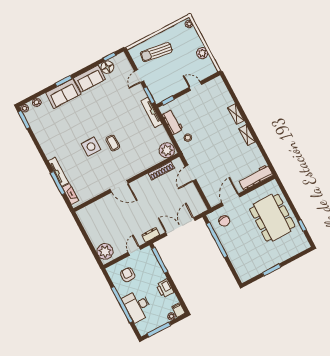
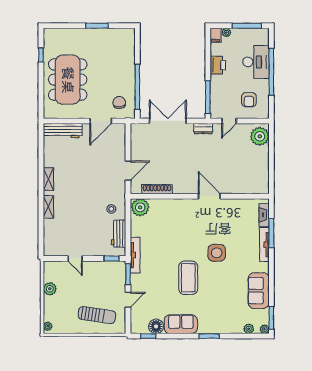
sofa: (63, 93) -> (259, 291), moved, turned -90
coffee table: (113, 143) -> (188, 278), moved, width x1.86, depth x1.72
double door: (180, 226) -> (168, 121), swing flipped

